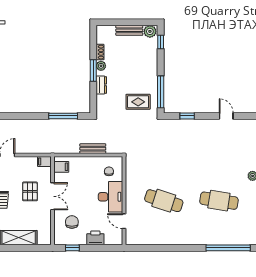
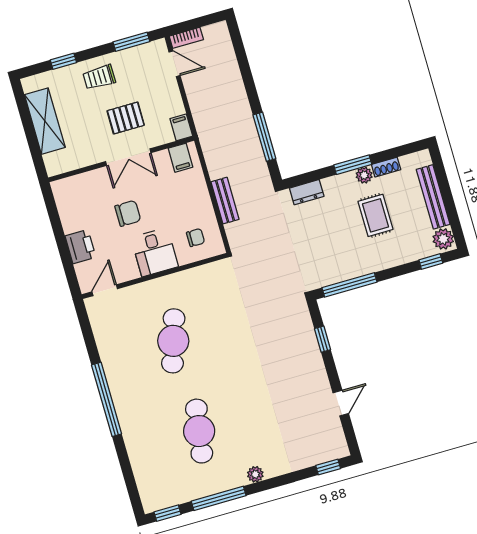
bench: (129, 30) -> (433, 197), width x1.36
dresser: (101, 85) -> (307, 192), moved
rug: (138, 102) -> (375, 215), moved
desk: (110, 197) -> (155, 252), width x0.73
door: (124, 221) -> (105, 290), moved
chair: (72, 222) -> (128, 213), moved
window: (72, 248) -> (53, 214), removed
window: (228, 248) -> (107, 399), moved

